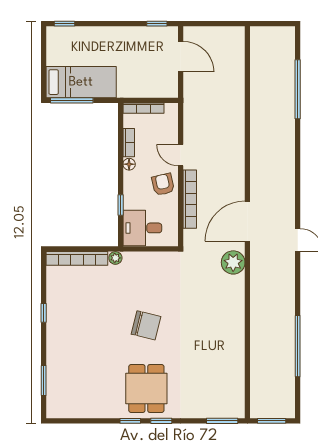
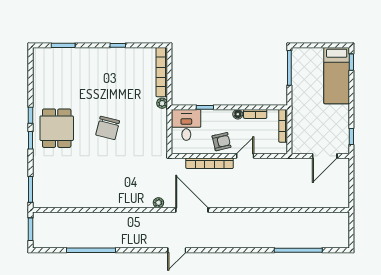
bed: (81, 82) -> (337, 76), moved
plant: (233, 262) -> (158, 203), width x0.53, depth x0.53
dining table: (146, 389) -> (57, 128), turned 90

